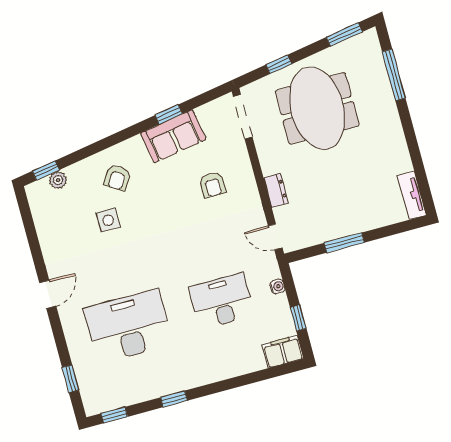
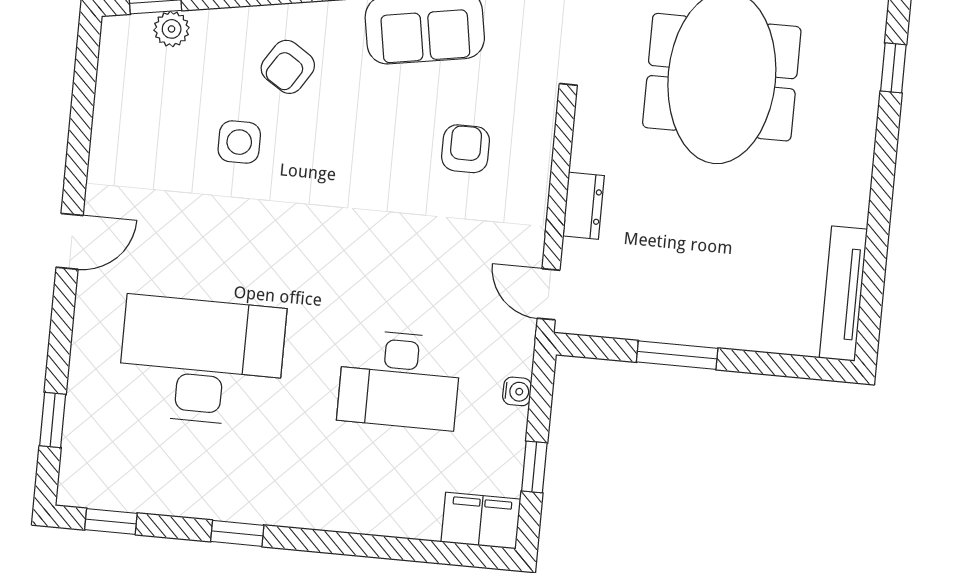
window: (394, 75) -> (893, 68), width x0.46
armchair: (213, 185) -> (466, 149), turned 180
tv unit: (412, 195) -> (843, 294), width x1.41
desk: (222, 301) -> (399, 380), turned 180

